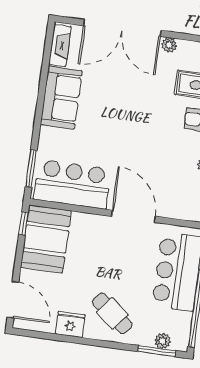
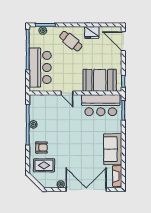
door: (133, 216) -> (67, 93), width x0.53
booth: (46, 239) -> (100, 80), moved, turned 90

